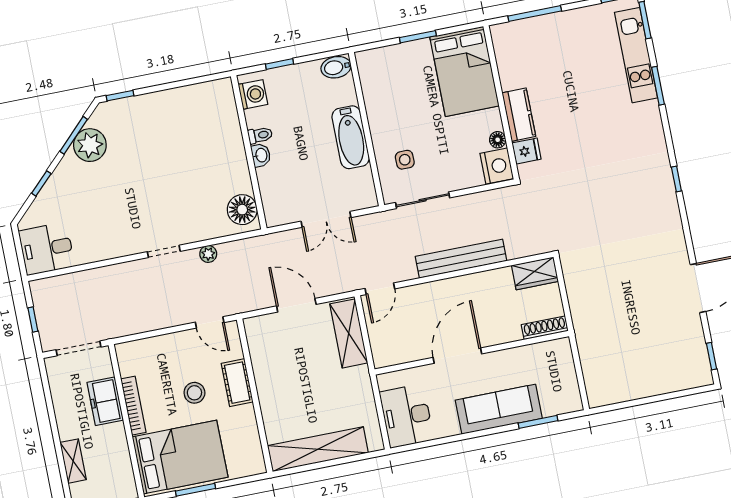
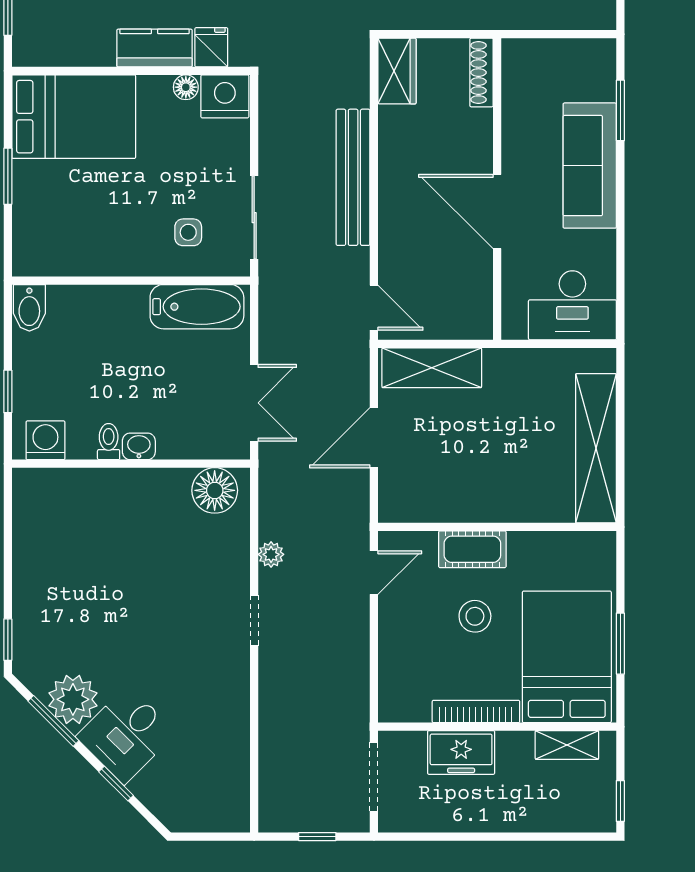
bathtub: (351, 137) -> (197, 307), moved
double door: (326, 219) -> (254, 403), moved
desk: (47, 249) -> (126, 735), moved, turned 45
shelving: (73, 461) -> (567, 745), moved

